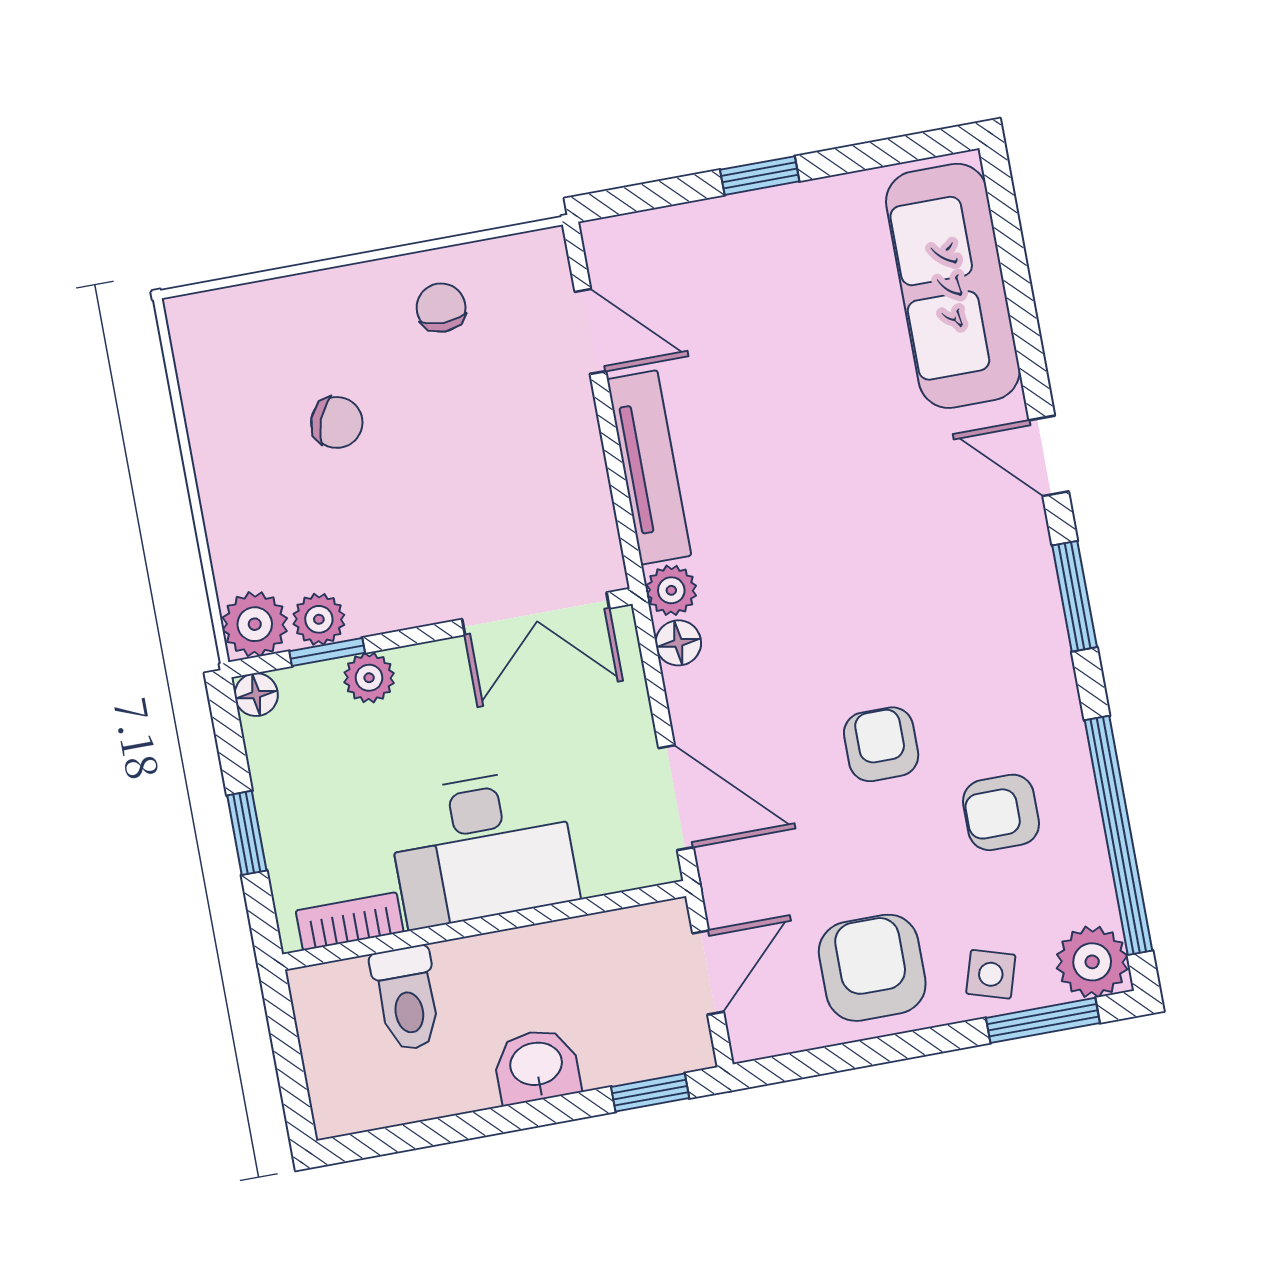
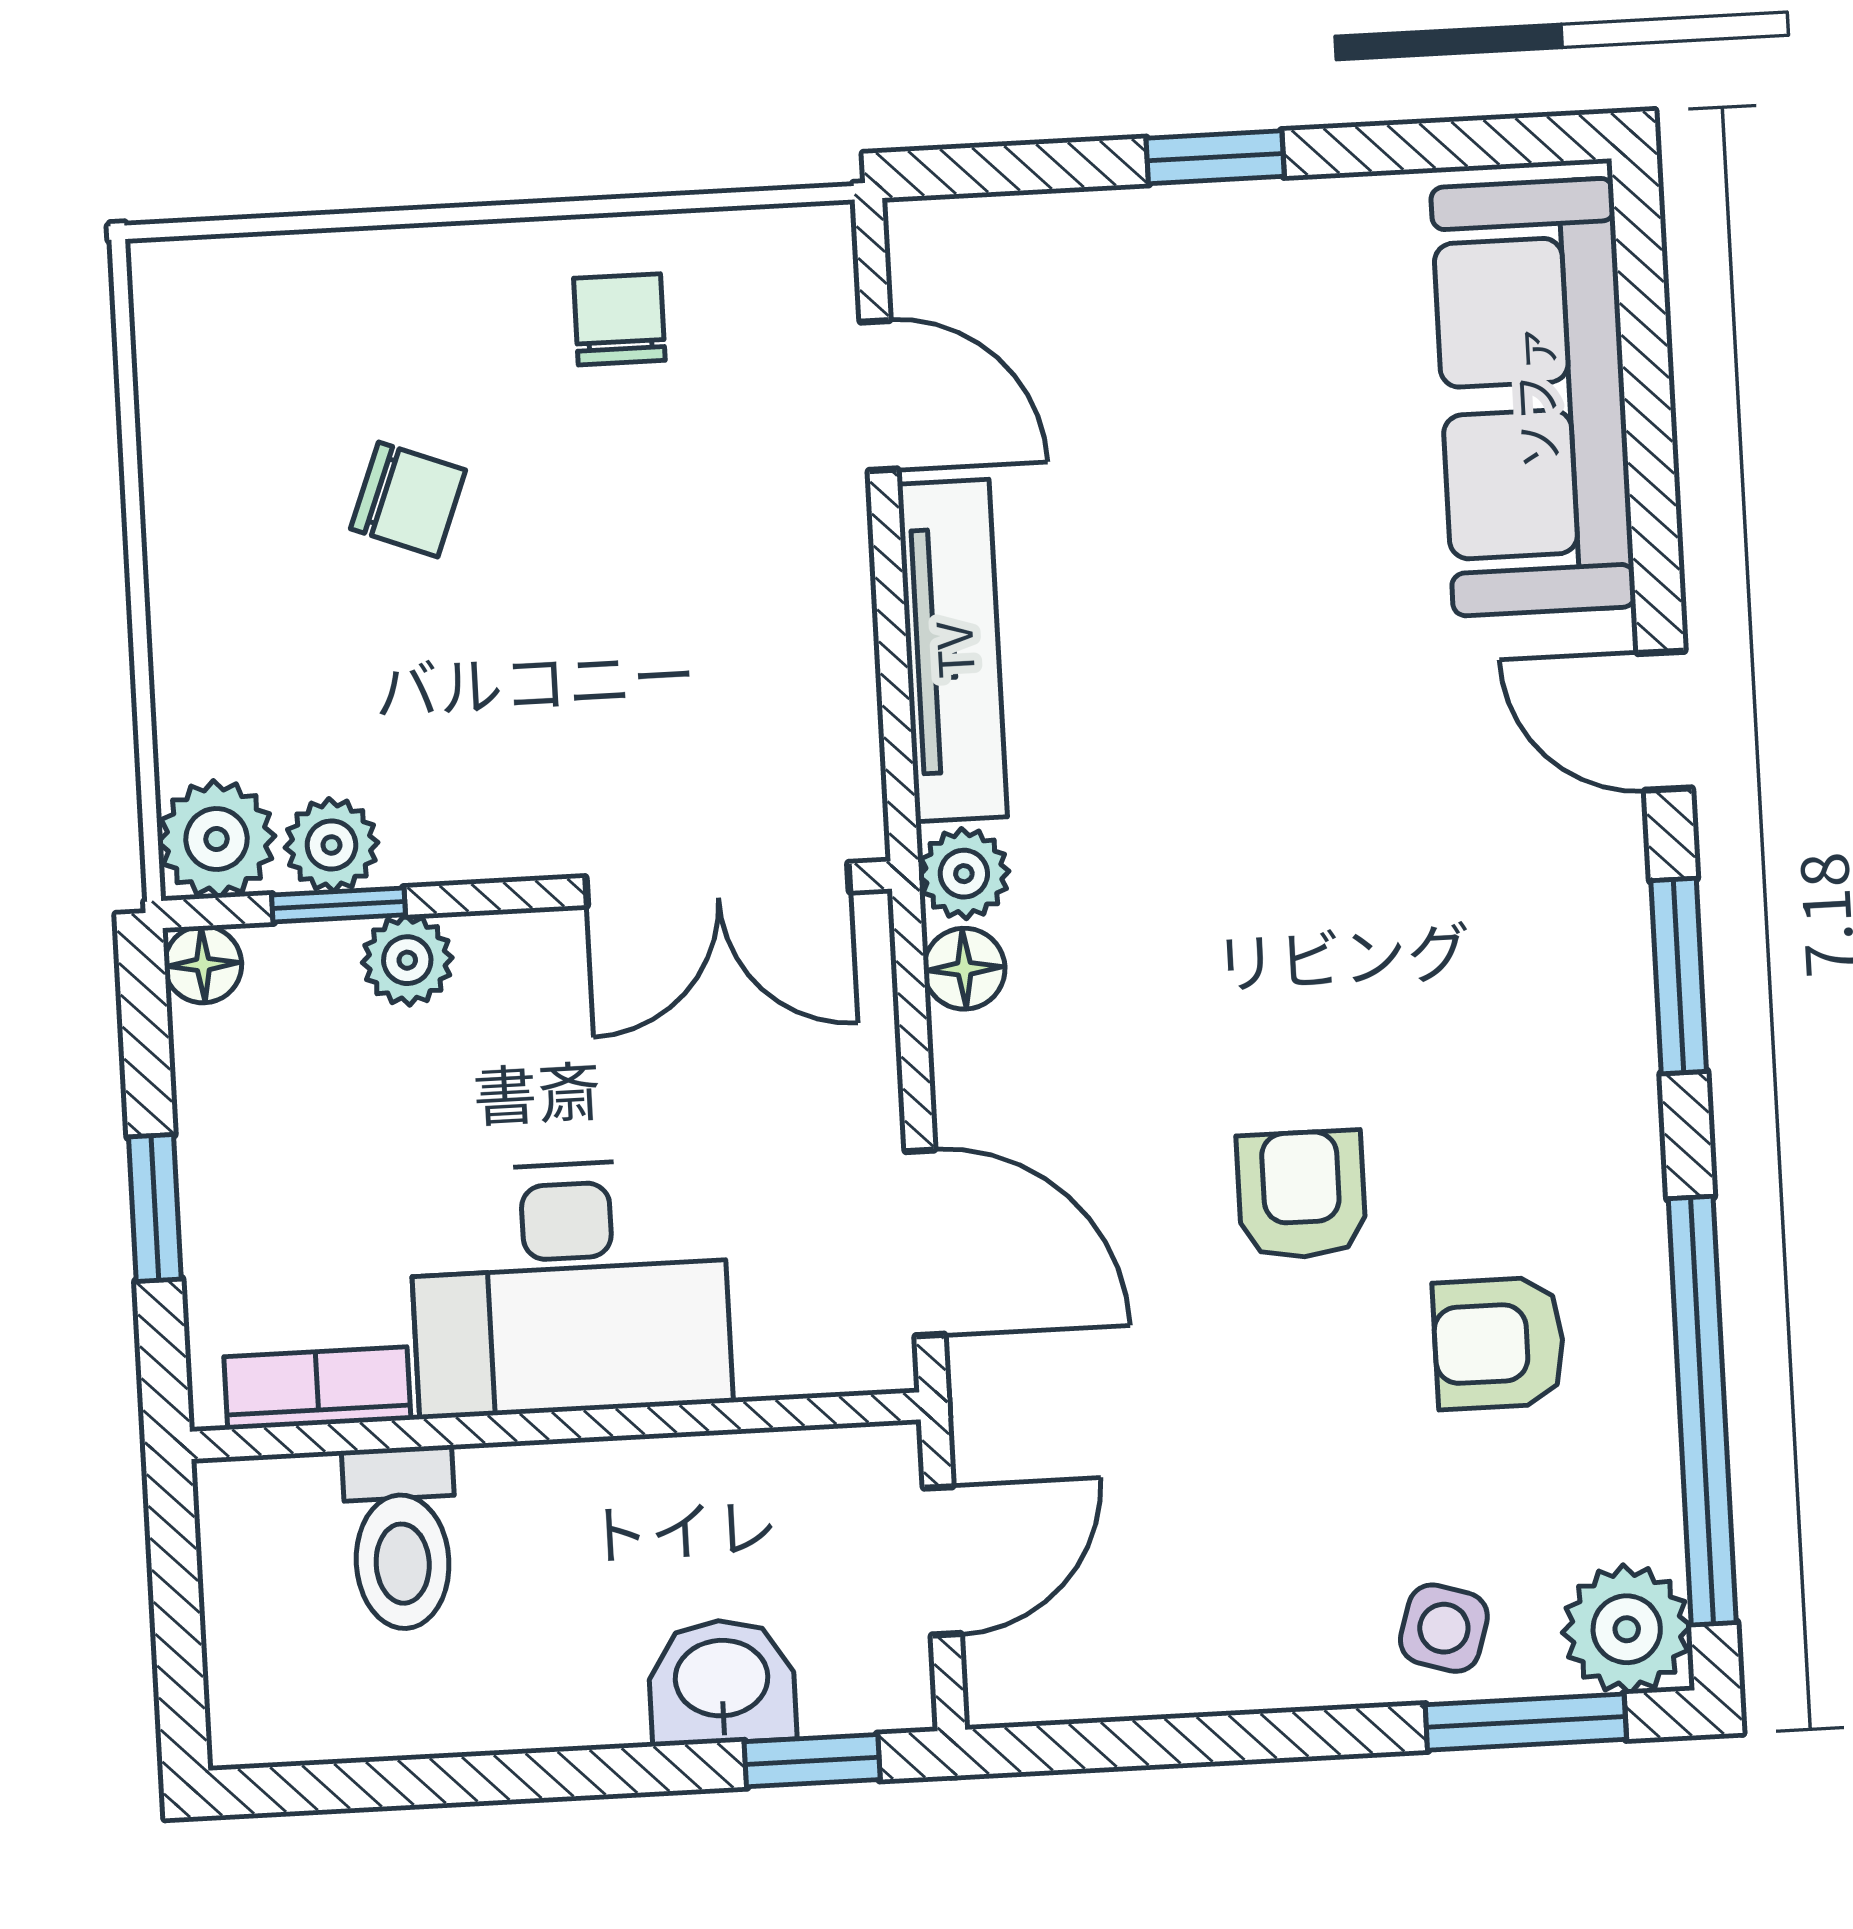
armchair: (872, 968) -> (1235, 1590), removed
washbasin: (536, 1066) -> (722, 1682), moved

